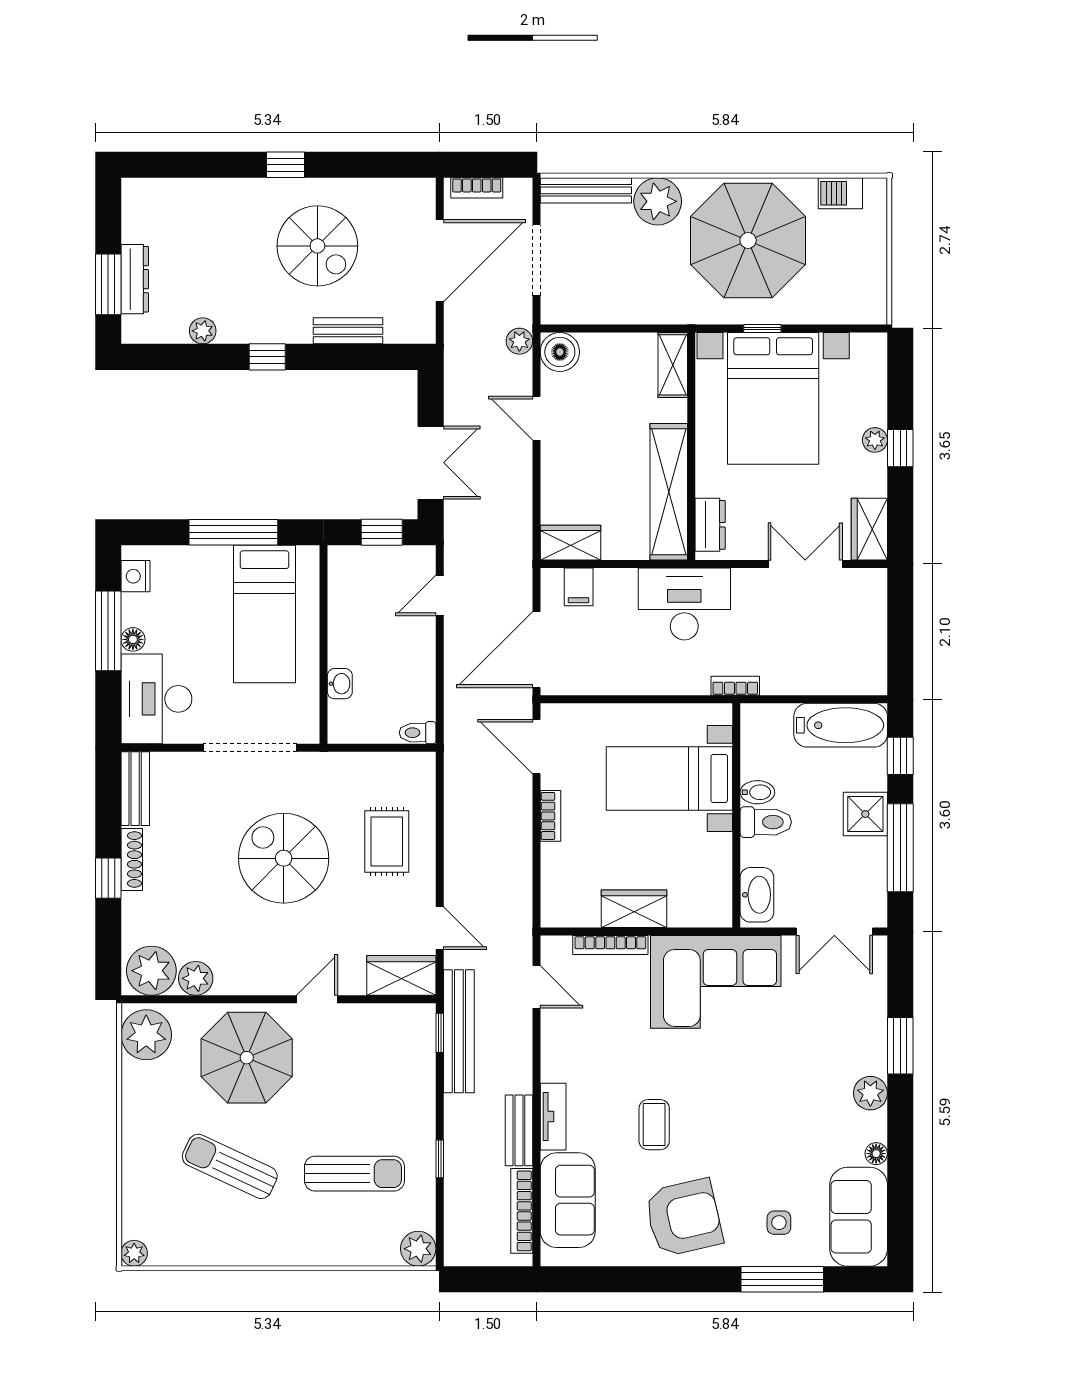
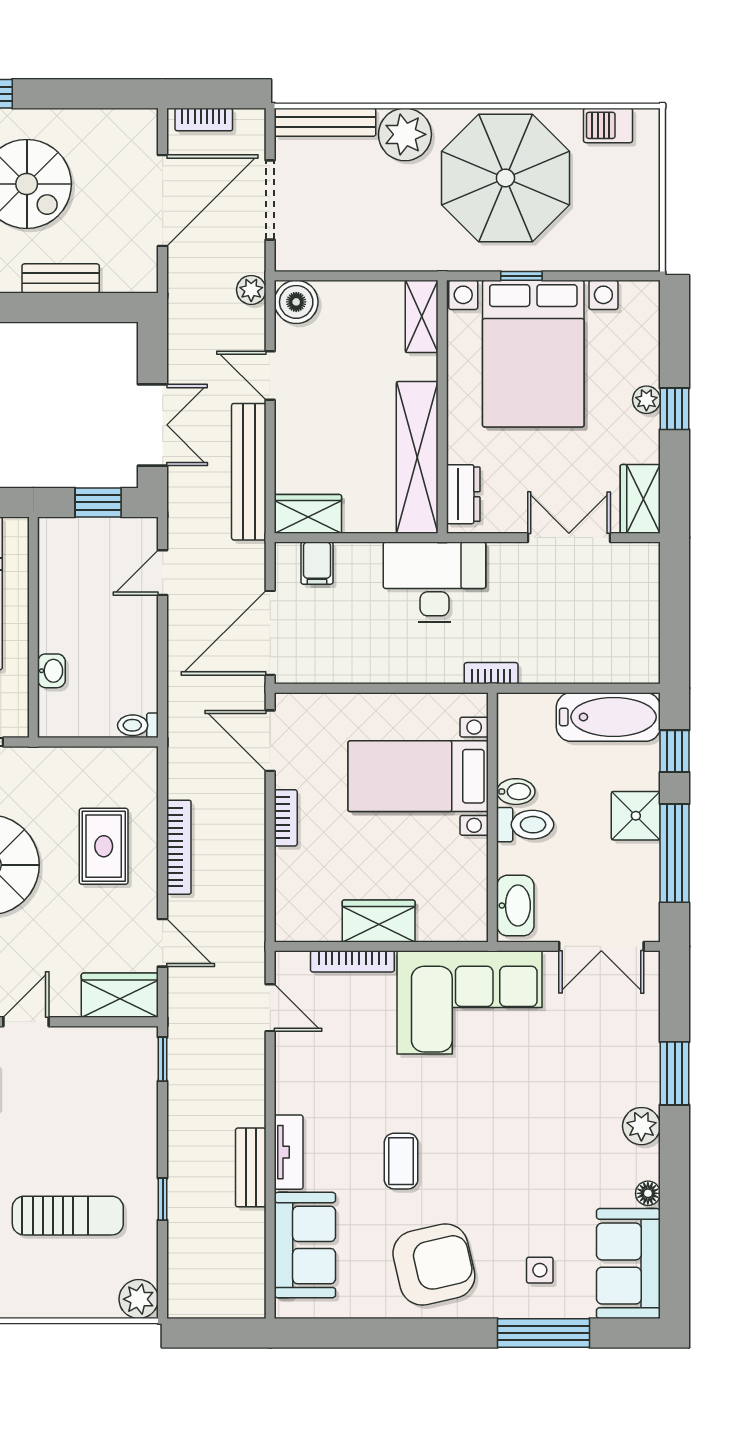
bench: (459, 1031) -> (249, 472), moved
bookcase: (522, 1211) -> (179, 847), moved, turned 180

